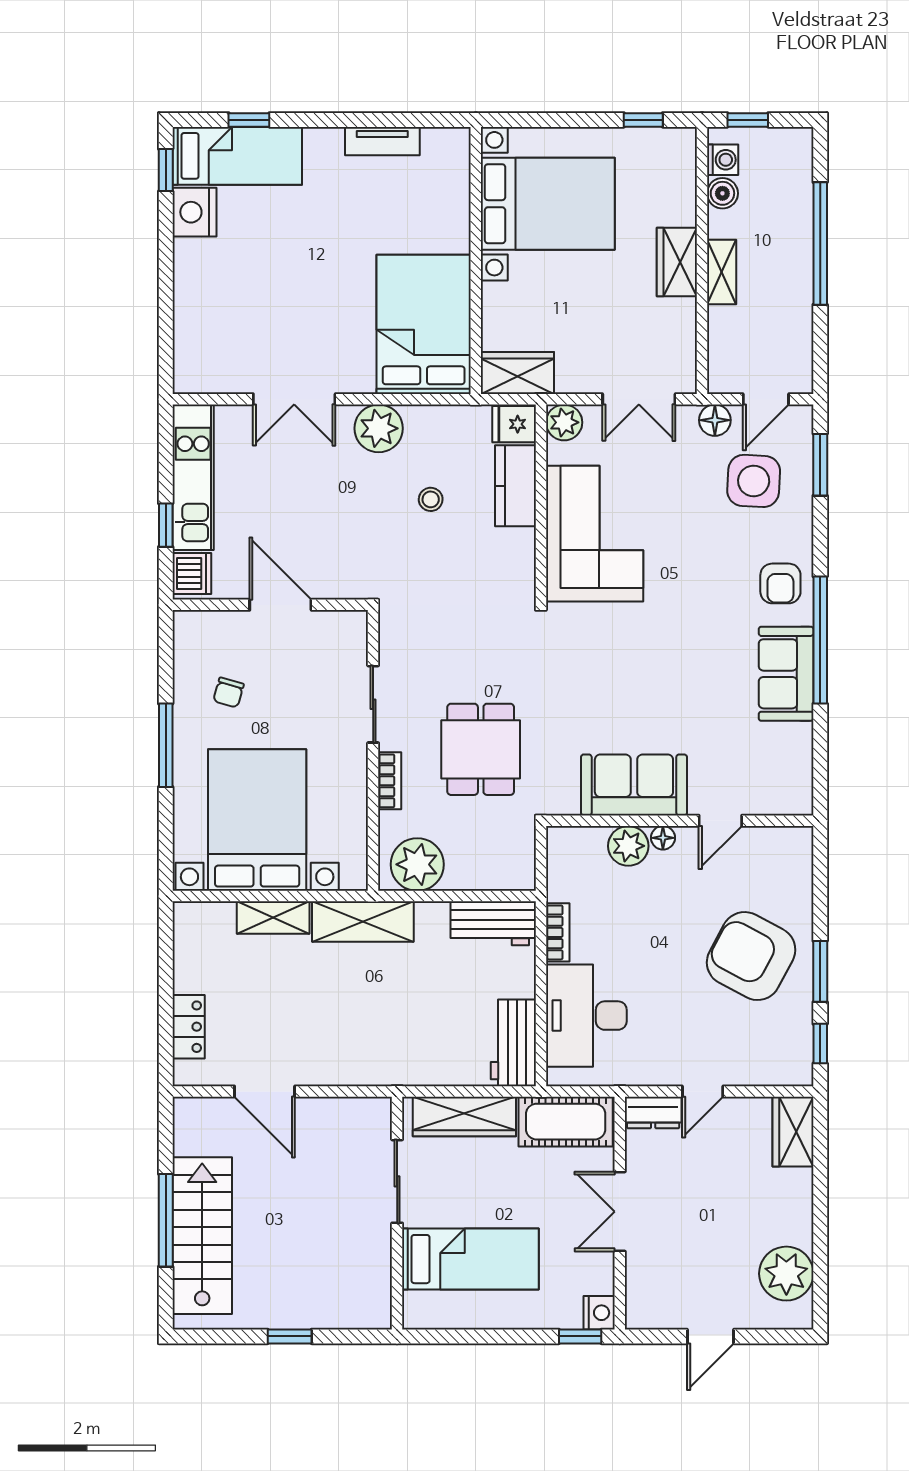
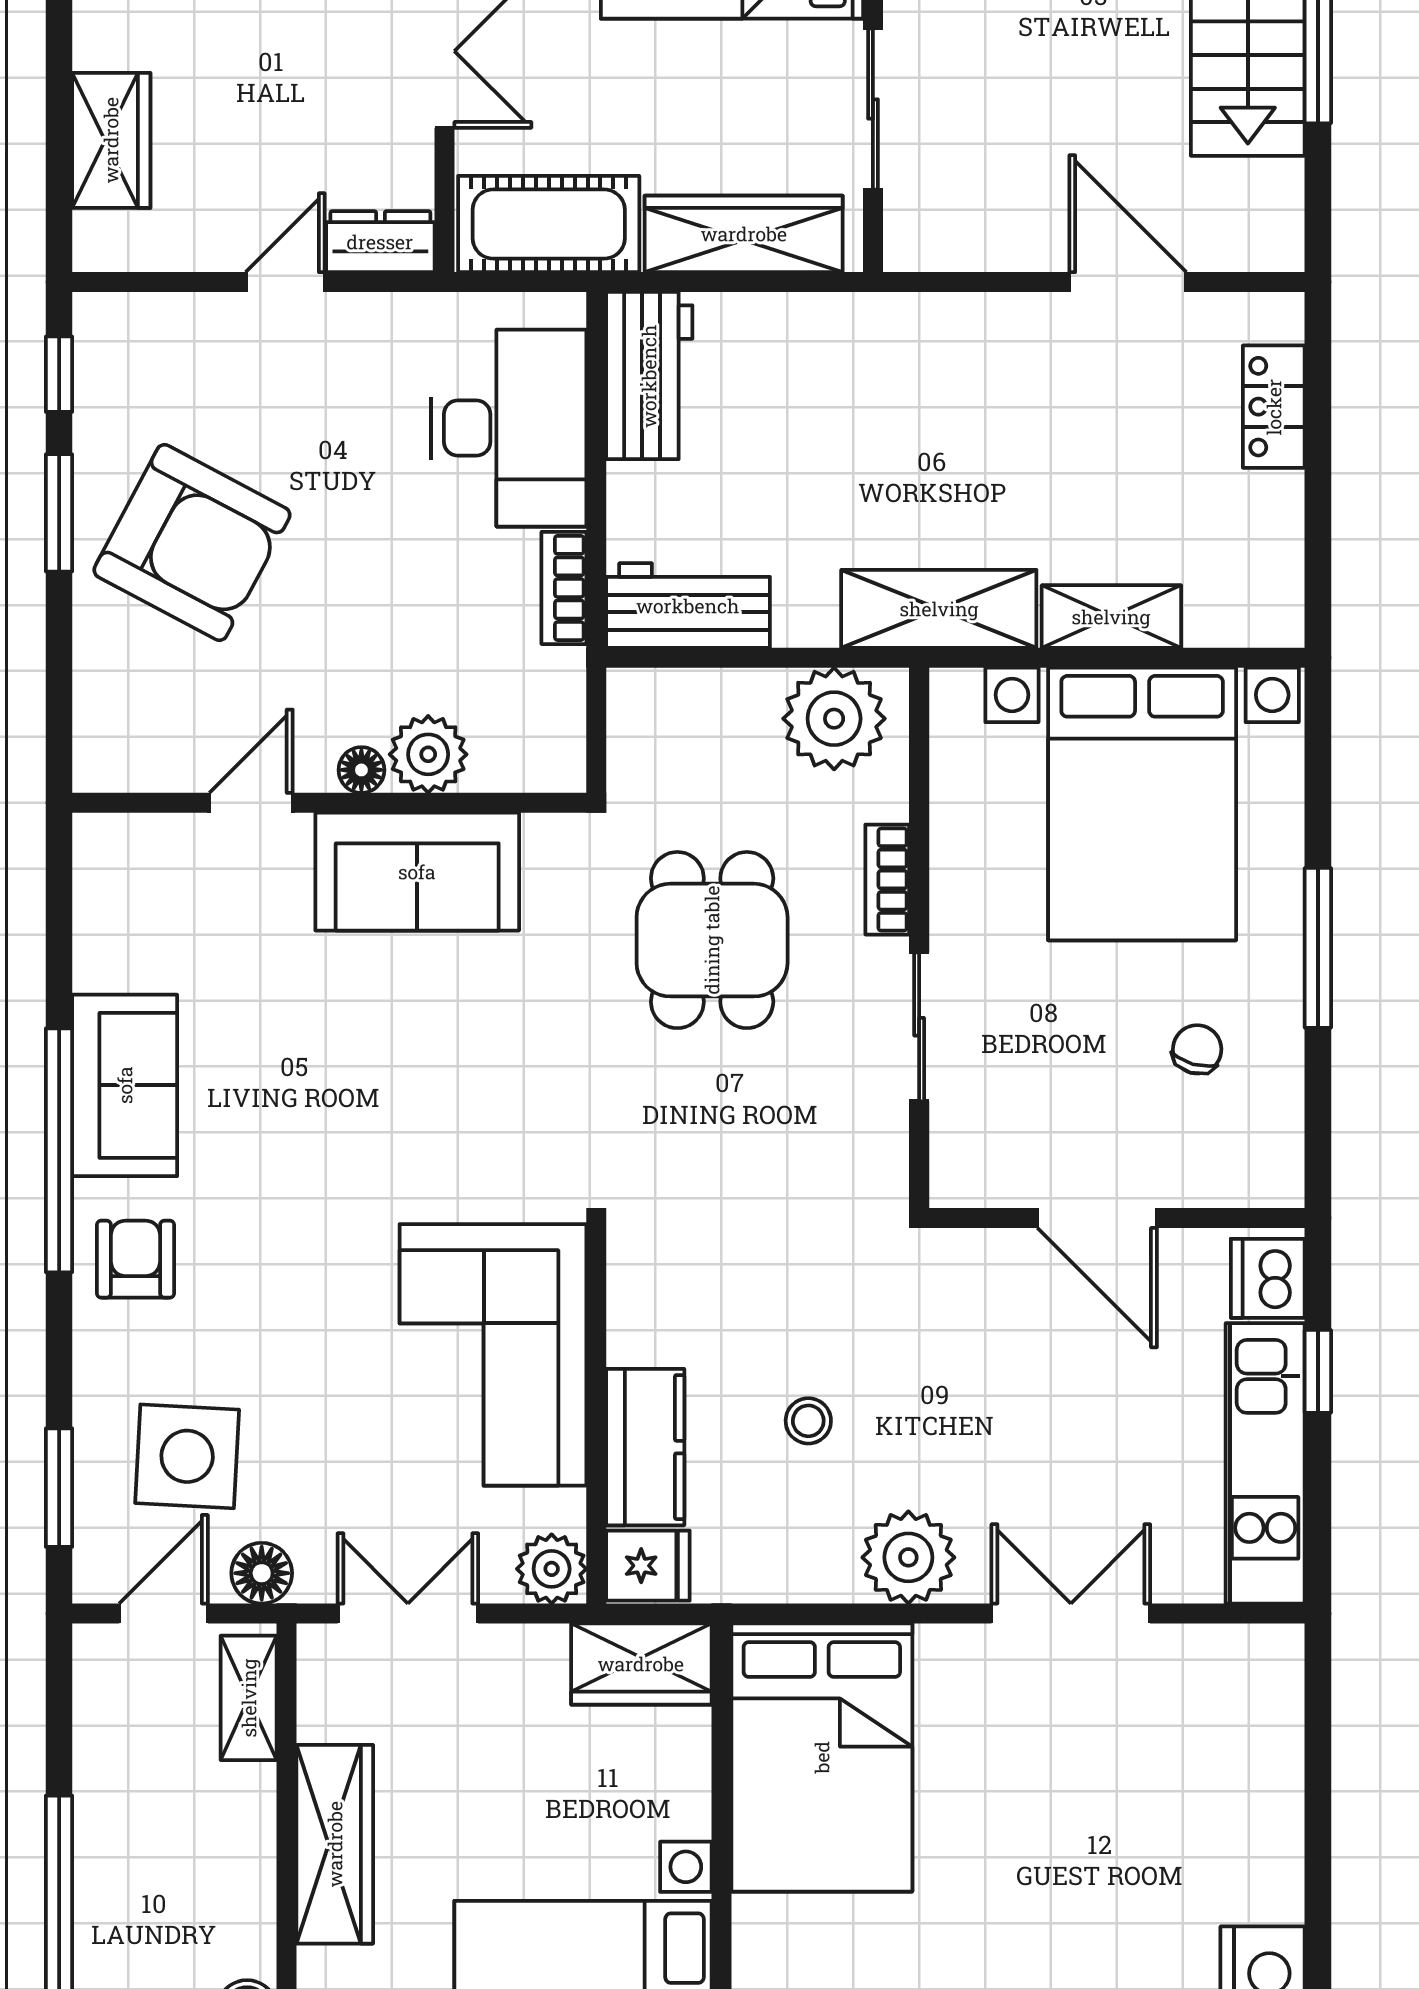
wardrobe: (677, 262) -> (335, 1844), width x1.50
shelving: (722, 272) -> (249, 1698), moved
wardrobe: (793, 1132) -> (111, 140), moved

